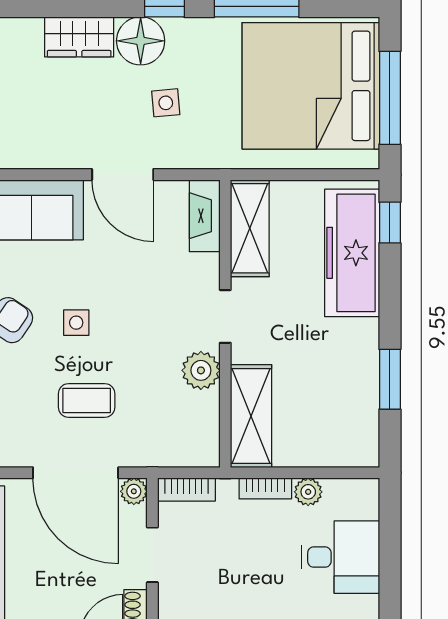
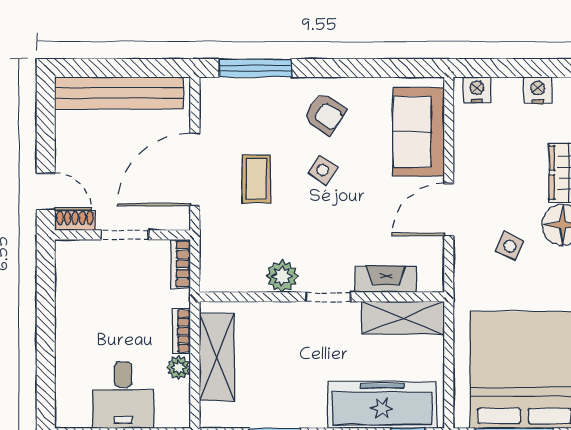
side table: (166, 103) -> (510, 246), turned 31
fireplace: (205, 216) -> (386, 279), moved
side table: (76, 323) -> (323, 170), turned 33
shelving: (251, 416) -> (217, 357), moved, turned 90
plant: (134, 491) -> (179, 219), removed

